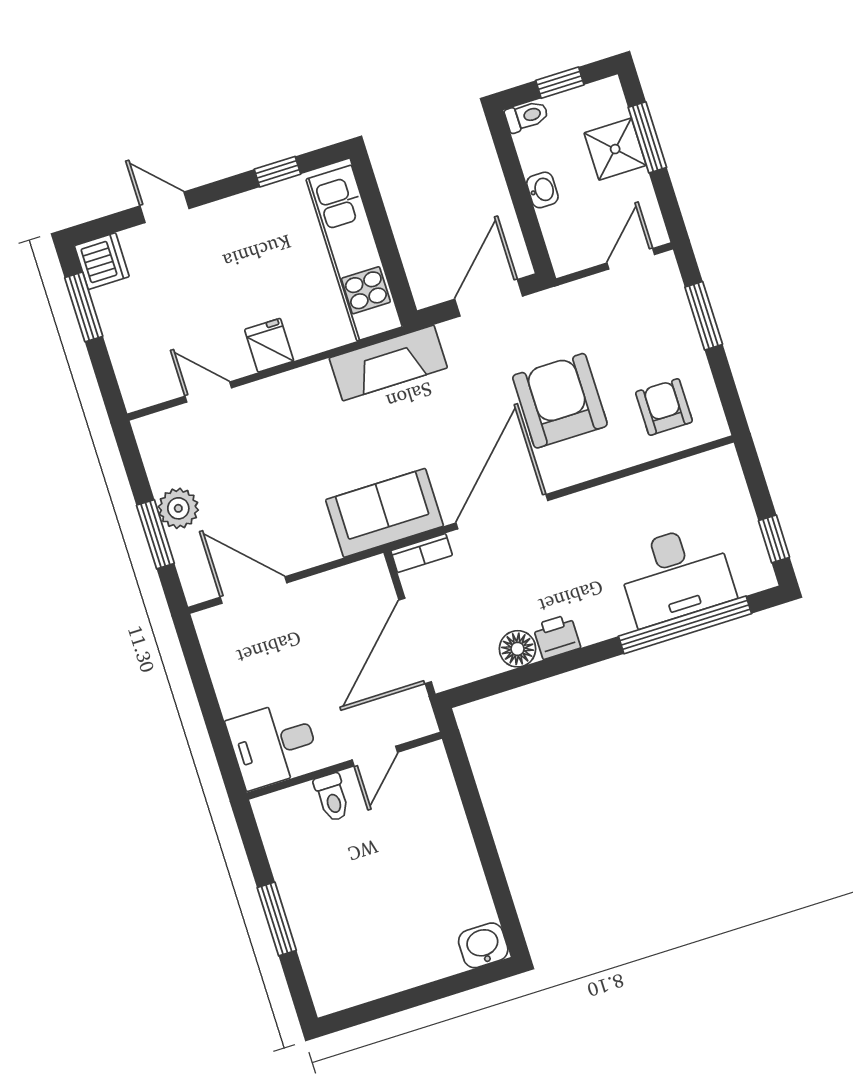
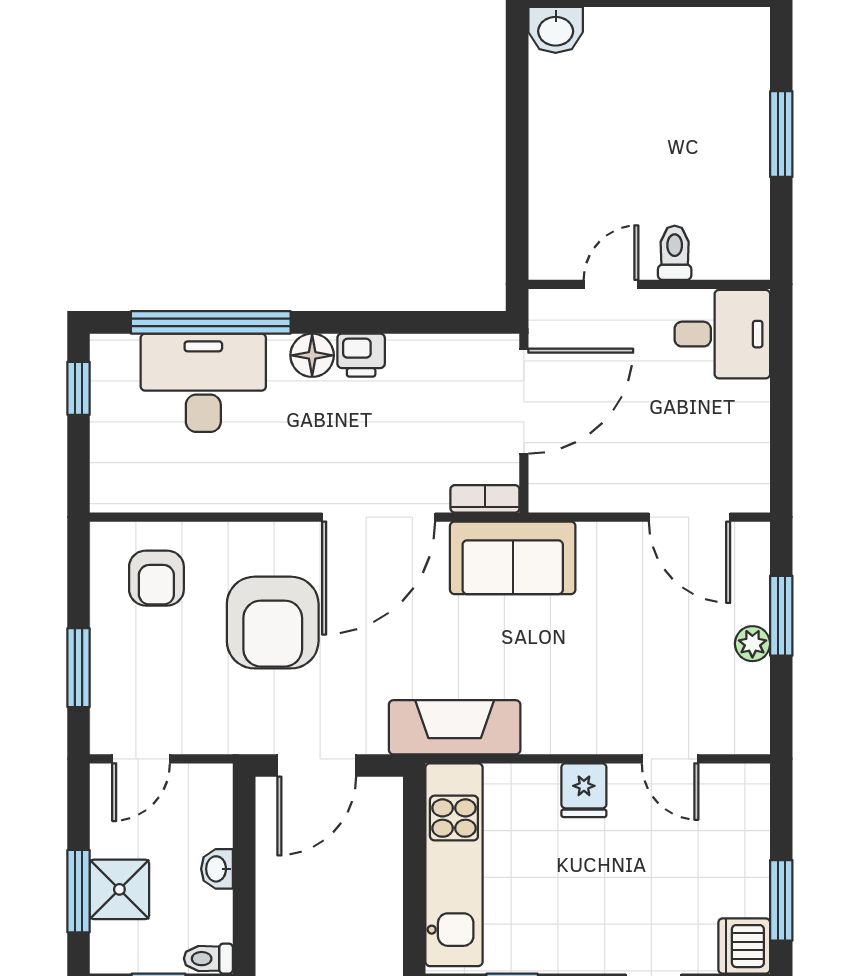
plant: (178, 508) -> (752, 644), width x0.73, depth x0.73
floor lamp: (518, 649) -> (312, 355), moved

